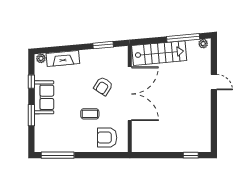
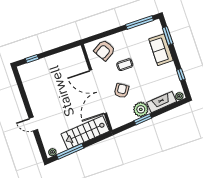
window: (103, 45) -> (143, 119), moved
plant: (89, 58) -> (141, 109), added
sofa: (44, 97) -> (161, 50), moved
window: (31, 115) -> (168, 36), moved
armchair: (107, 138) -> (104, 50), turned 149

